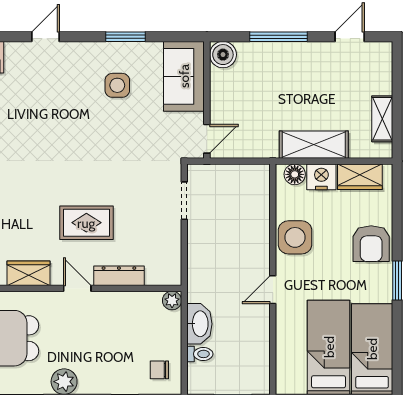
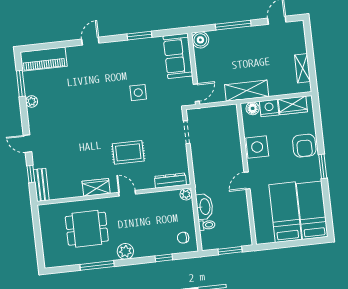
side table: (117, 85) -> (138, 93), moved
shelving: (314, 145) -> (247, 91), moved
dresser: (119, 276) -> (170, 181), moved

